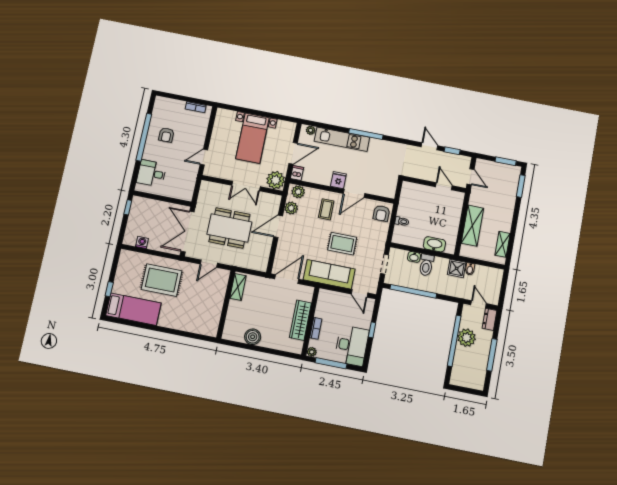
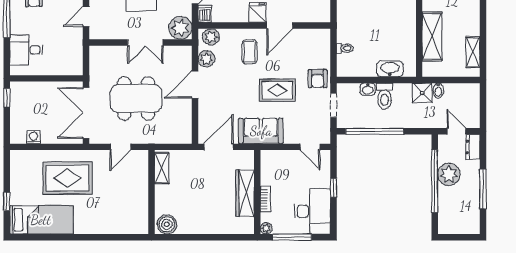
armchair: (381, 213) -> (318, 79), moved
sofa: (329, 274) -> (261, 131), width x0.73
boiler: (253, 337) -> (167, 224), moved

